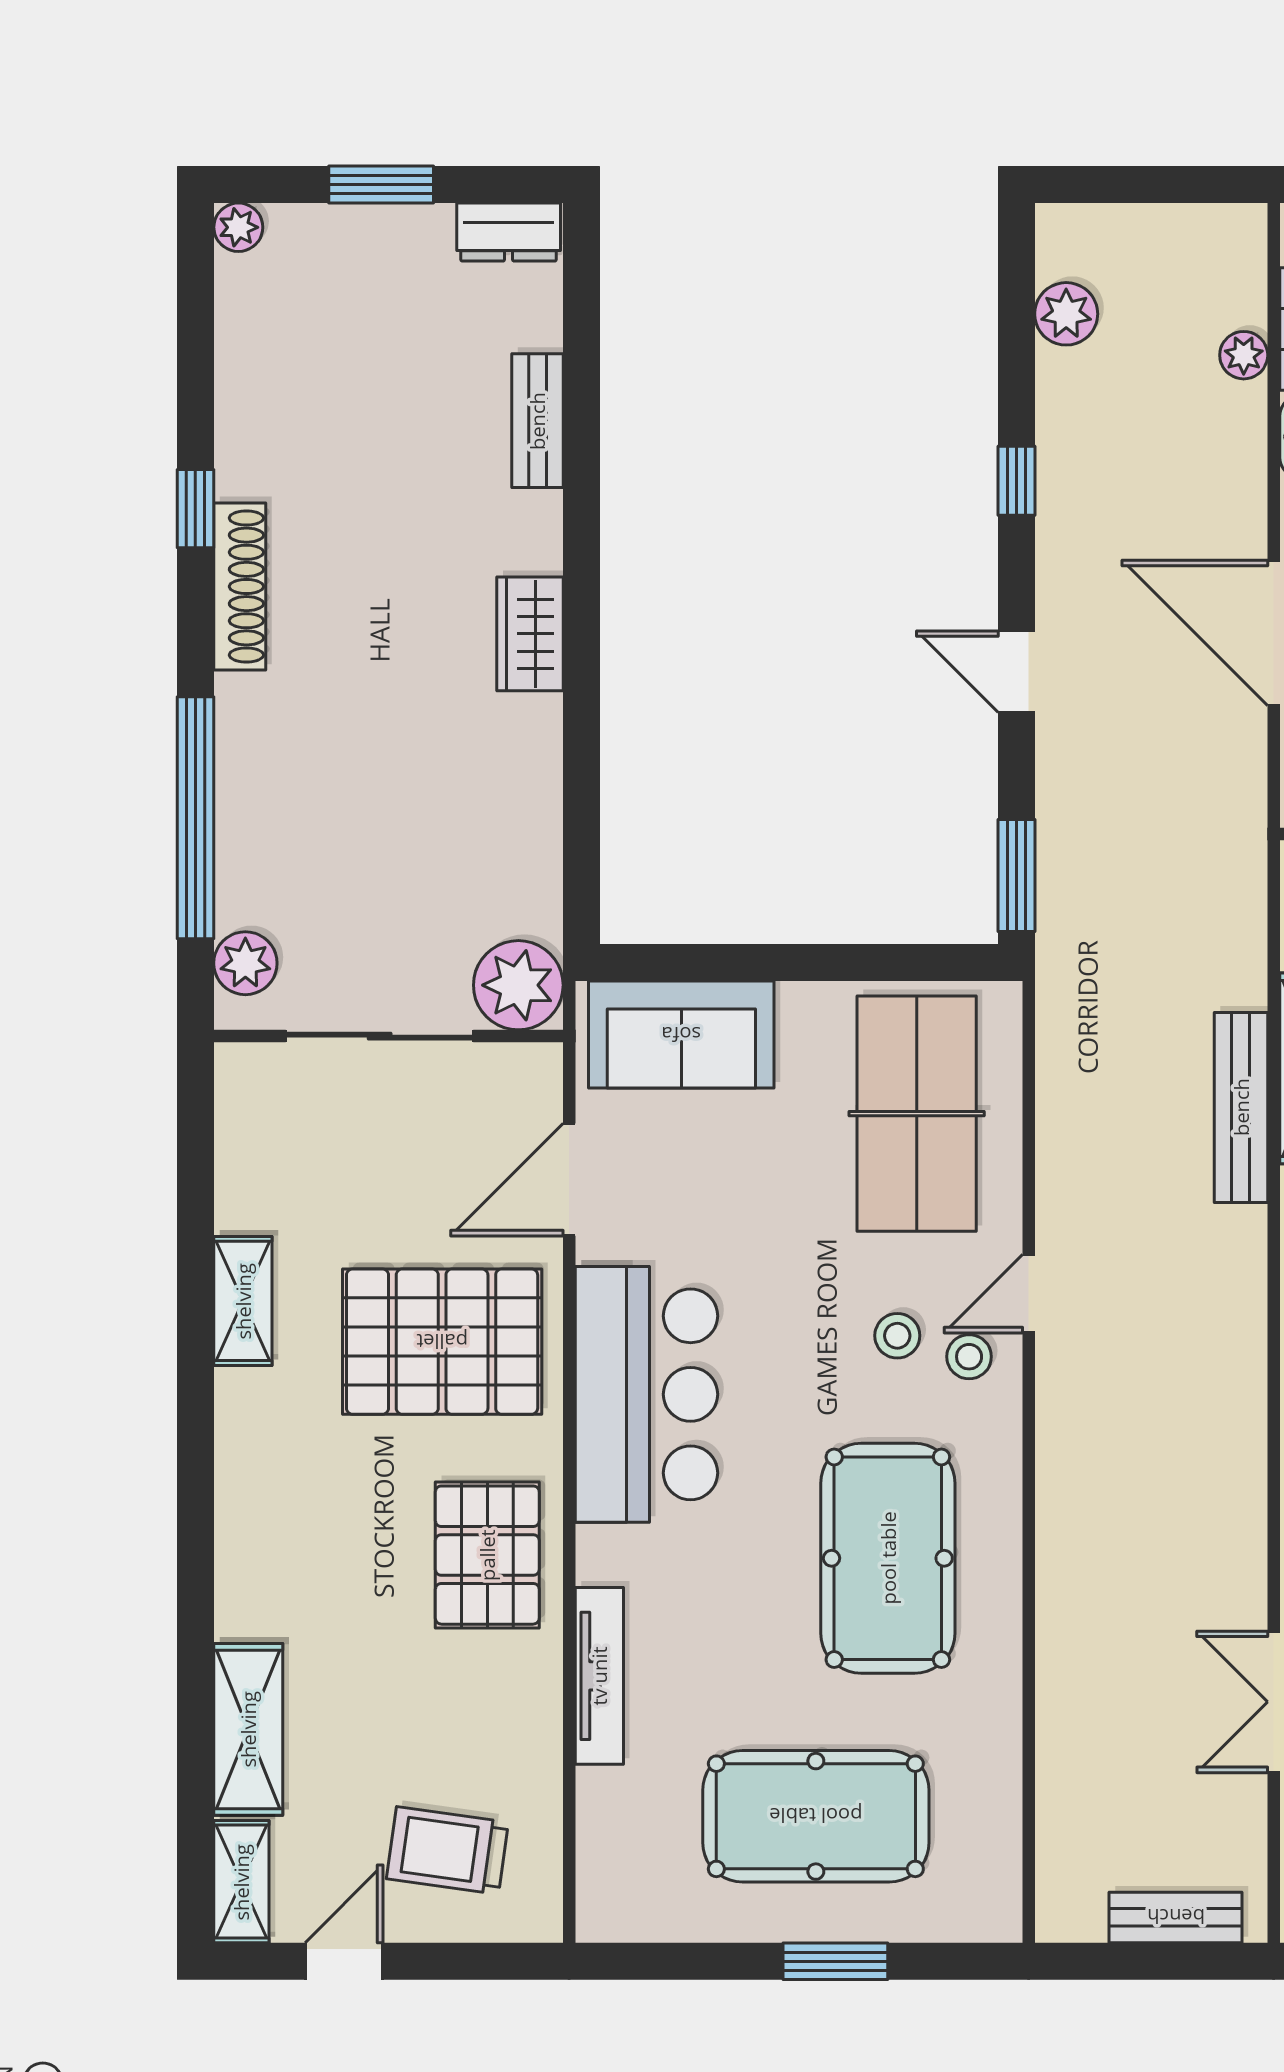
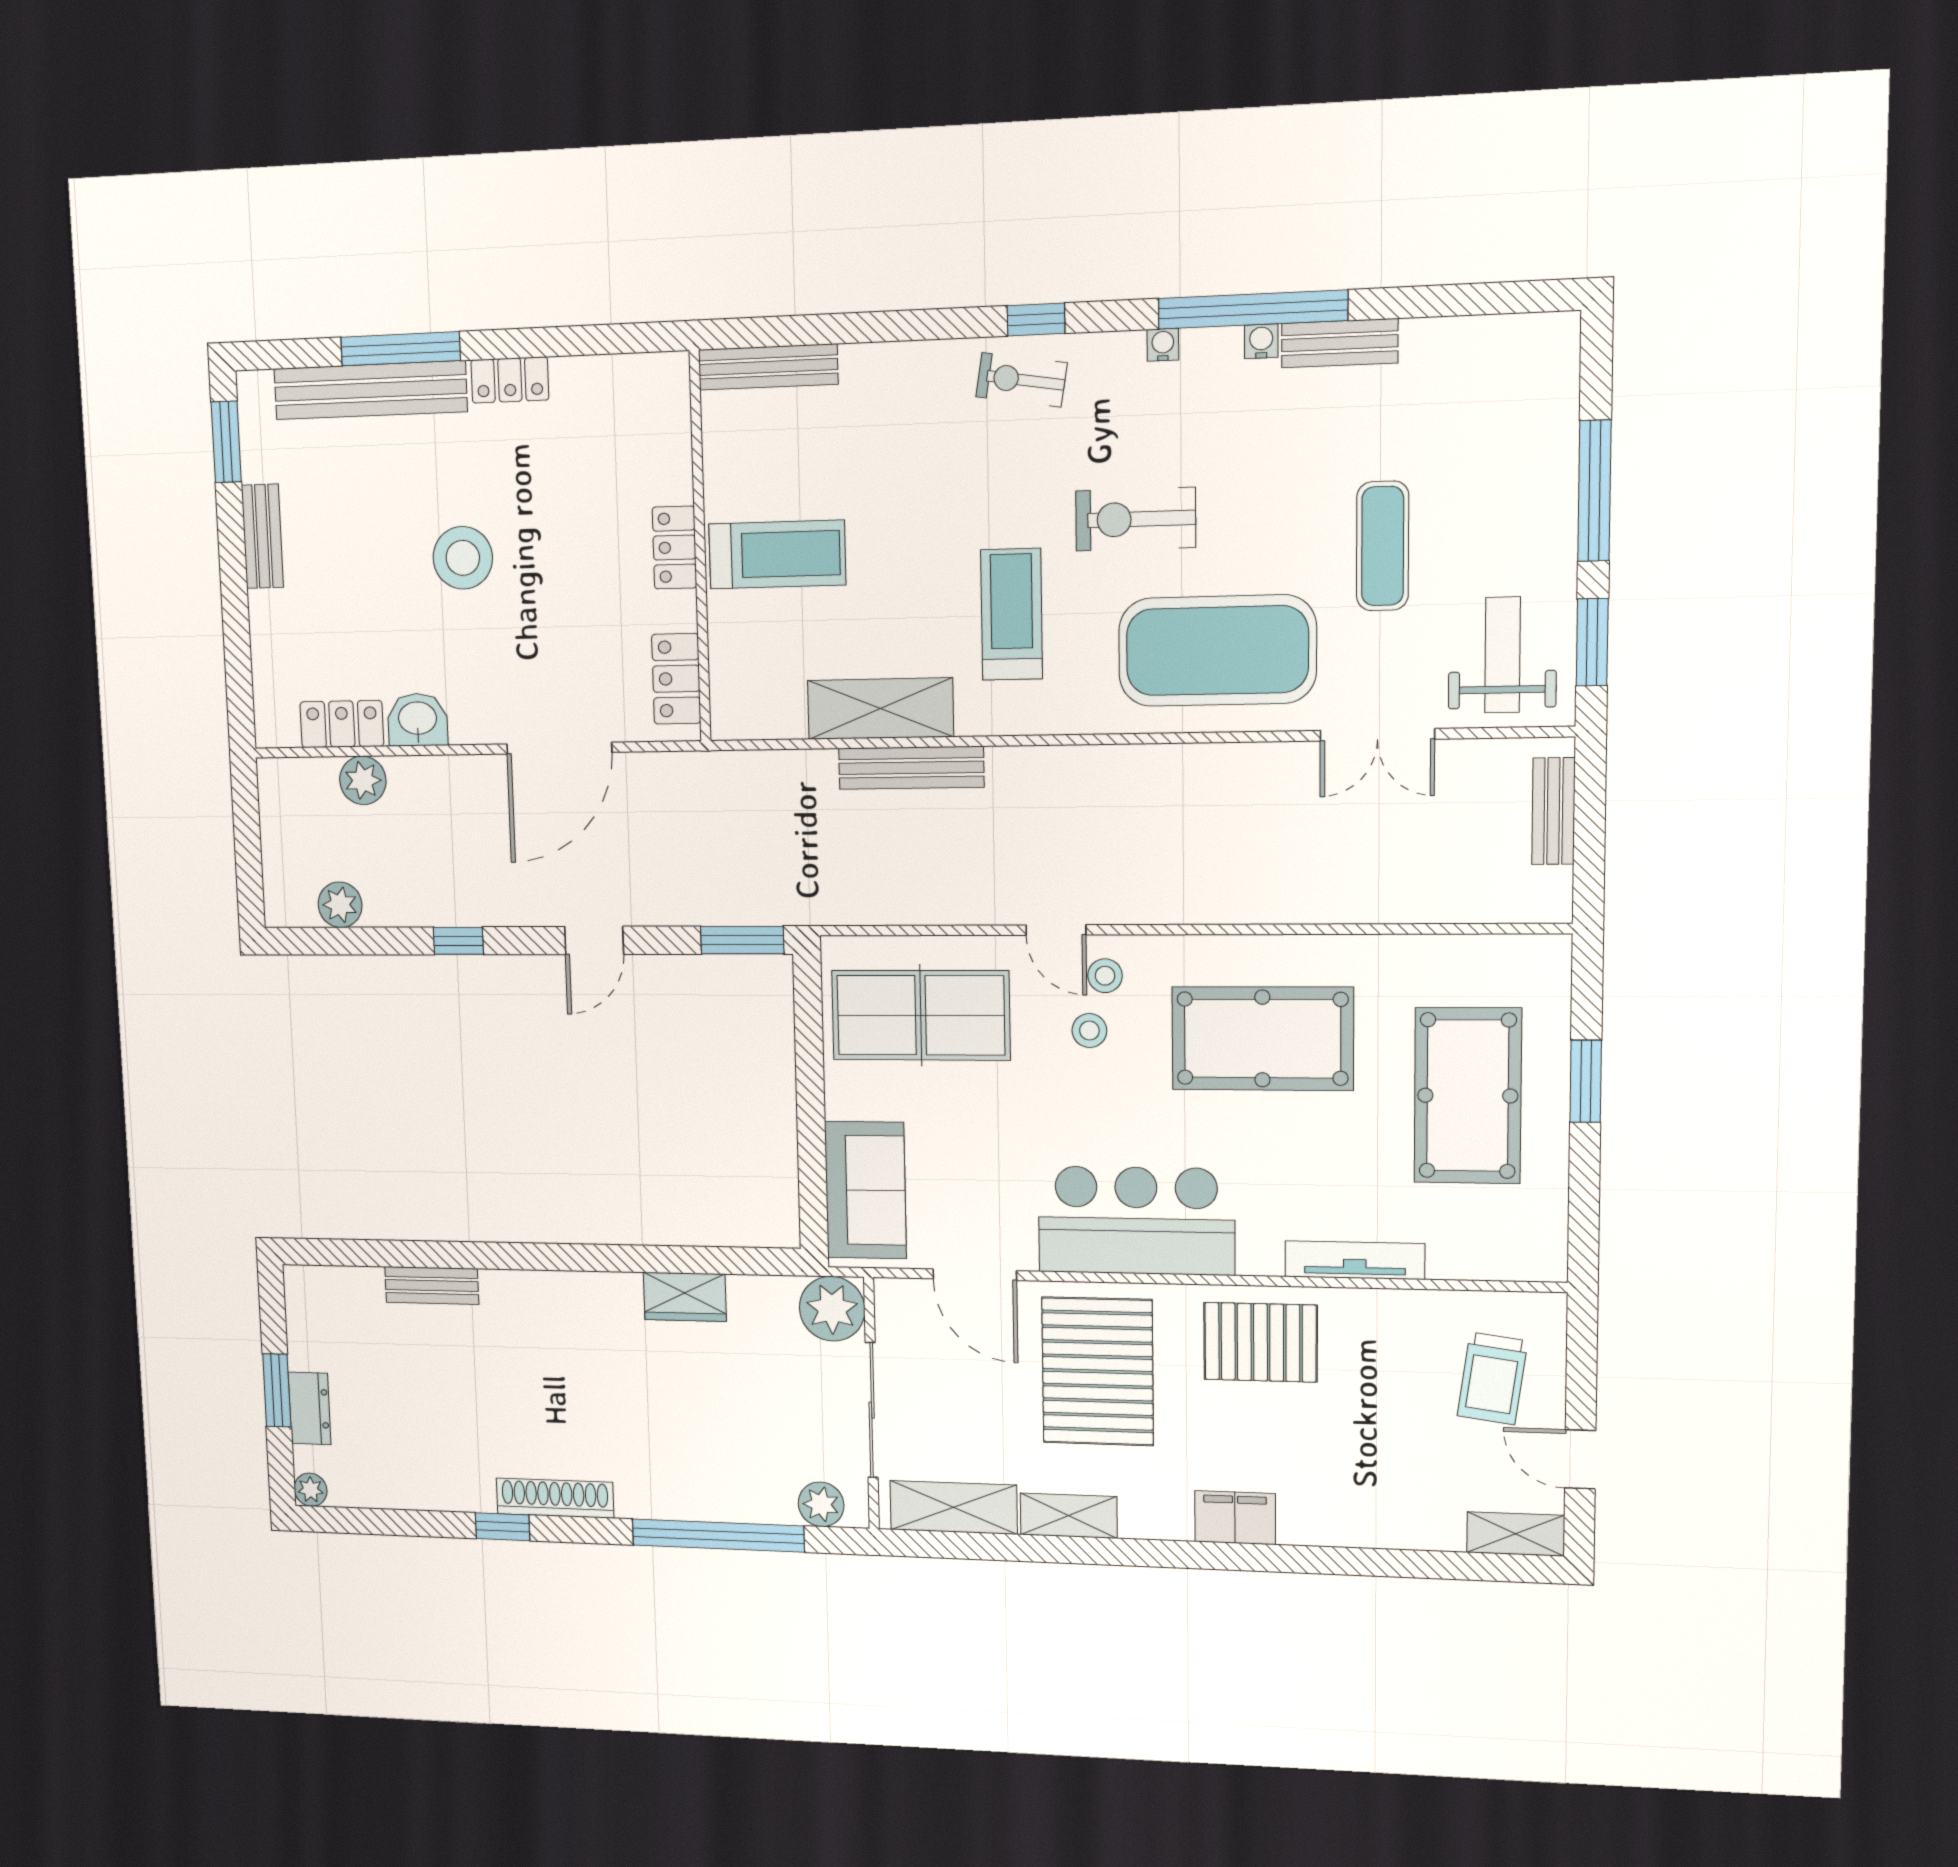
dresser: (509, 232) -> (310, 1408), moved
plant: (1244, 355) -> (363, 780), width x1.38, depth x1.38
wardrobe: (530, 634) -> (685, 1297), moved
filing cabinet: (249, 1521) -> (1235, 1518), added
shelving: (248, 1729) -> (953, 1507), moved

